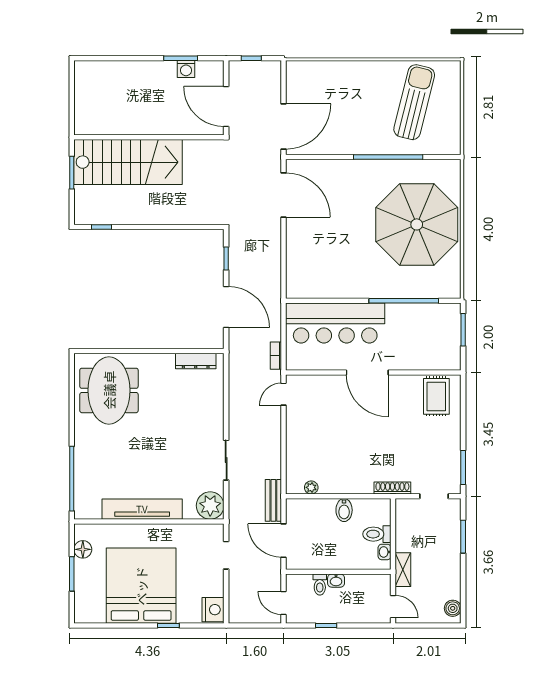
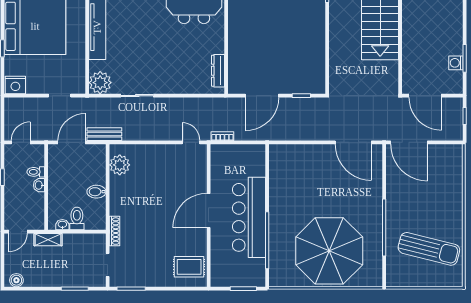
door: (226, 107) -> (425, 96), swing flipped
door: (284, 195) -> (353, 142), hinge flipped
bar counter: (335, 323) -> (249, 217), moved
plant: (311, 487) -> (120, 165), width x1.87, depth x1.87

